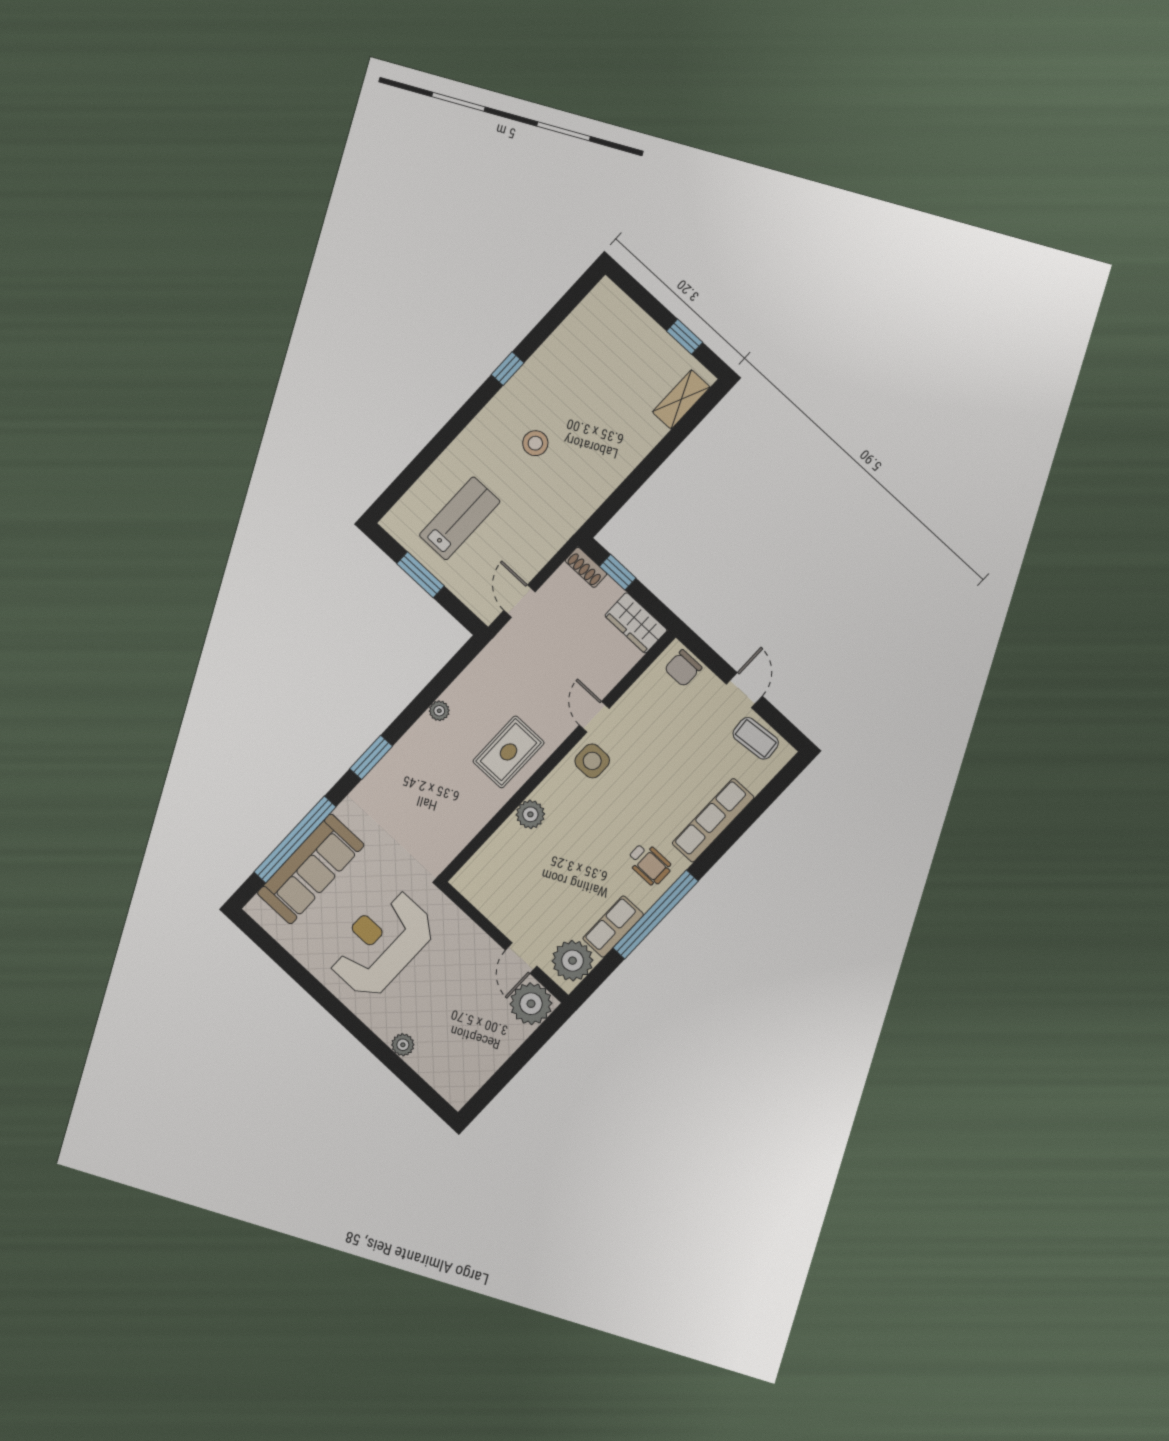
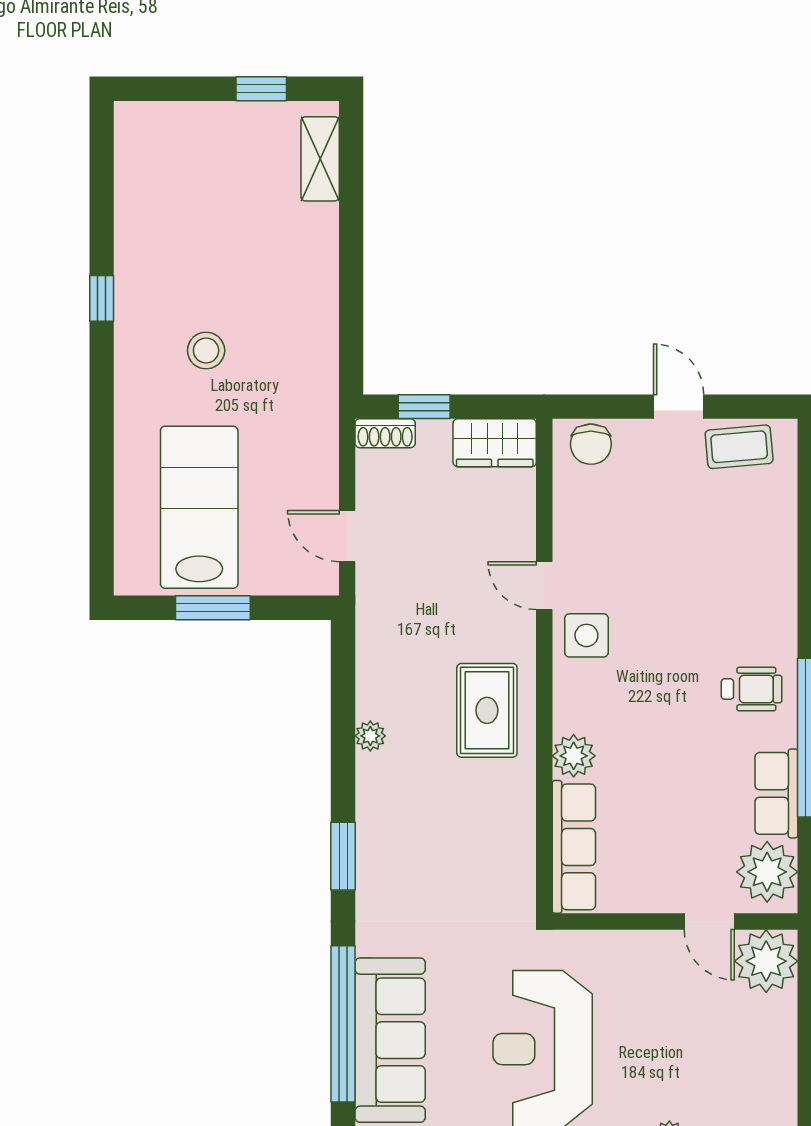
lab bench: (460, 518) -> (199, 507), width x1.36, depth x1.39
row of seats: (713, 820) -> (574, 847), moved, turned 180

